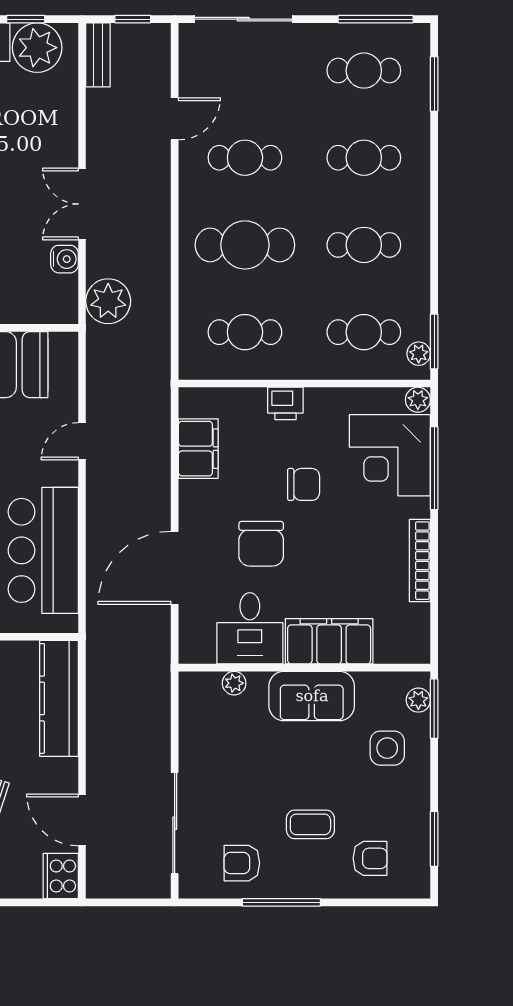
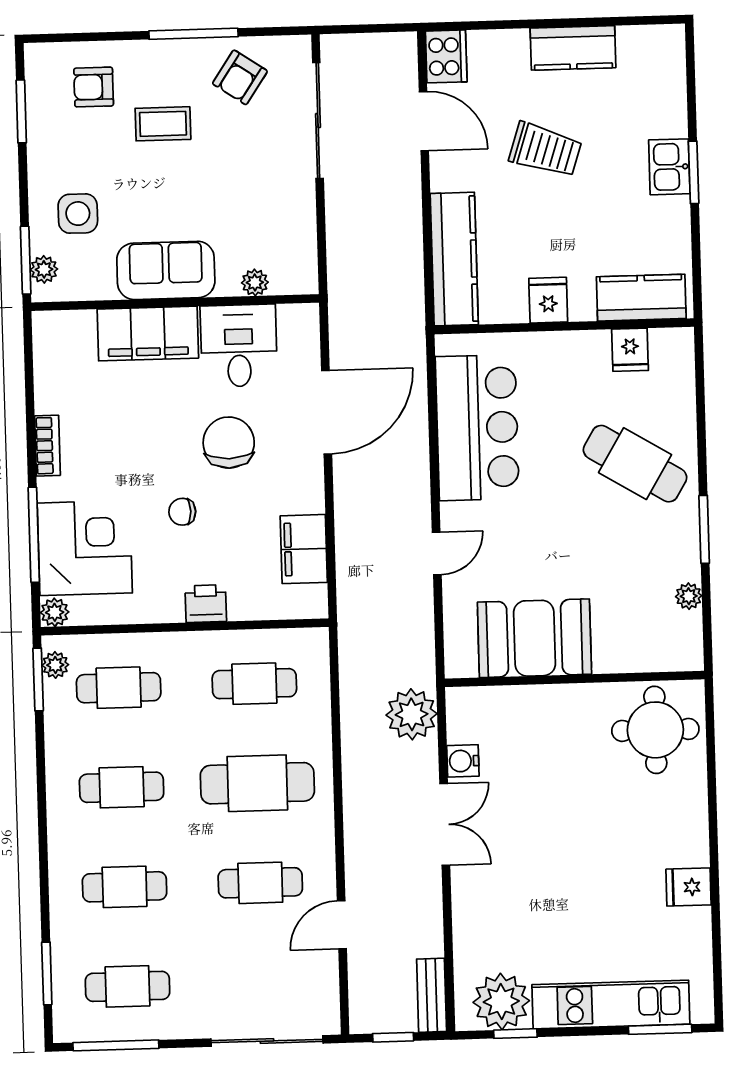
chair: (304, 484) -> (182, 512), width x0.73, depth x0.73
bookcase: (420, 561) -> (47, 446), width x0.64
armchair: (242, 863) -> (240, 77), turned 124

